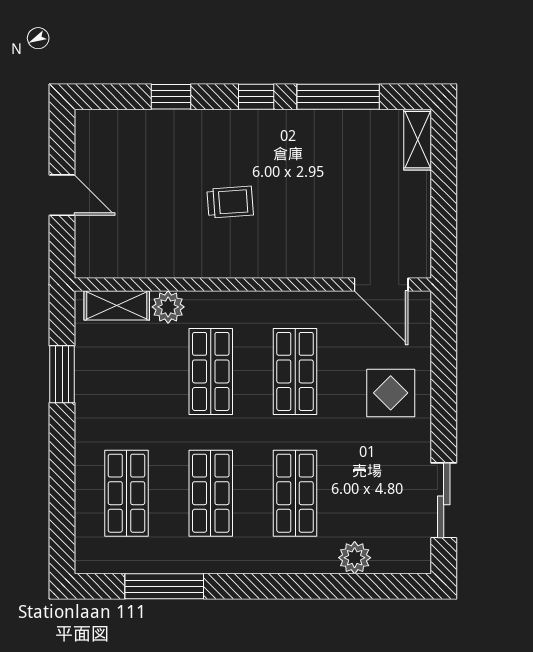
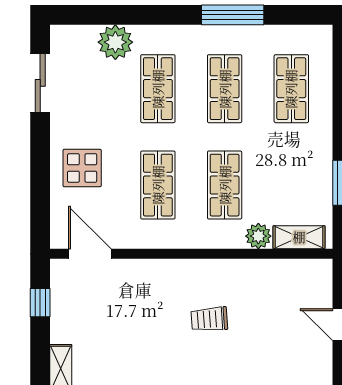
window: (444, 223) -> (40, 303), added
plant: (355, 558) -> (115, 42), width x1.36, depth x1.36
window: (164, 586) -> (233, 15), moved

